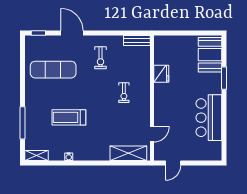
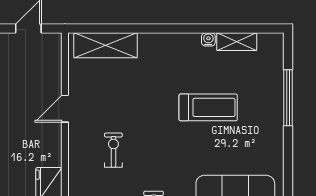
door: (152, 134) -> (65, 109), moved
shelving: (36, 155) -> (237, 42), moved

